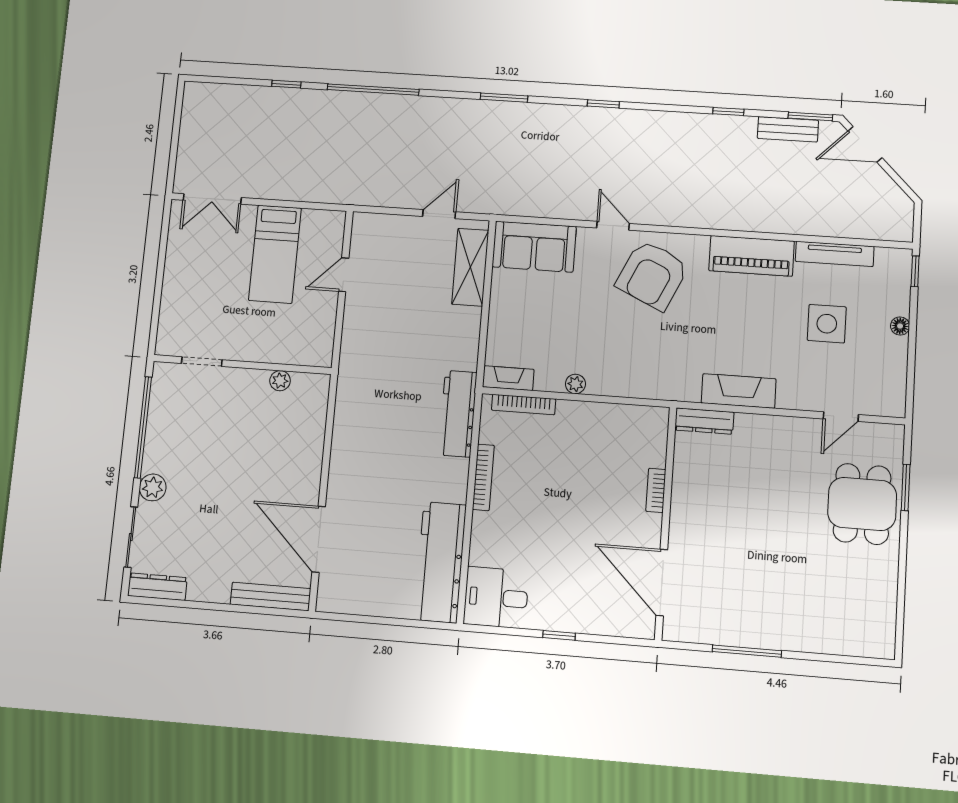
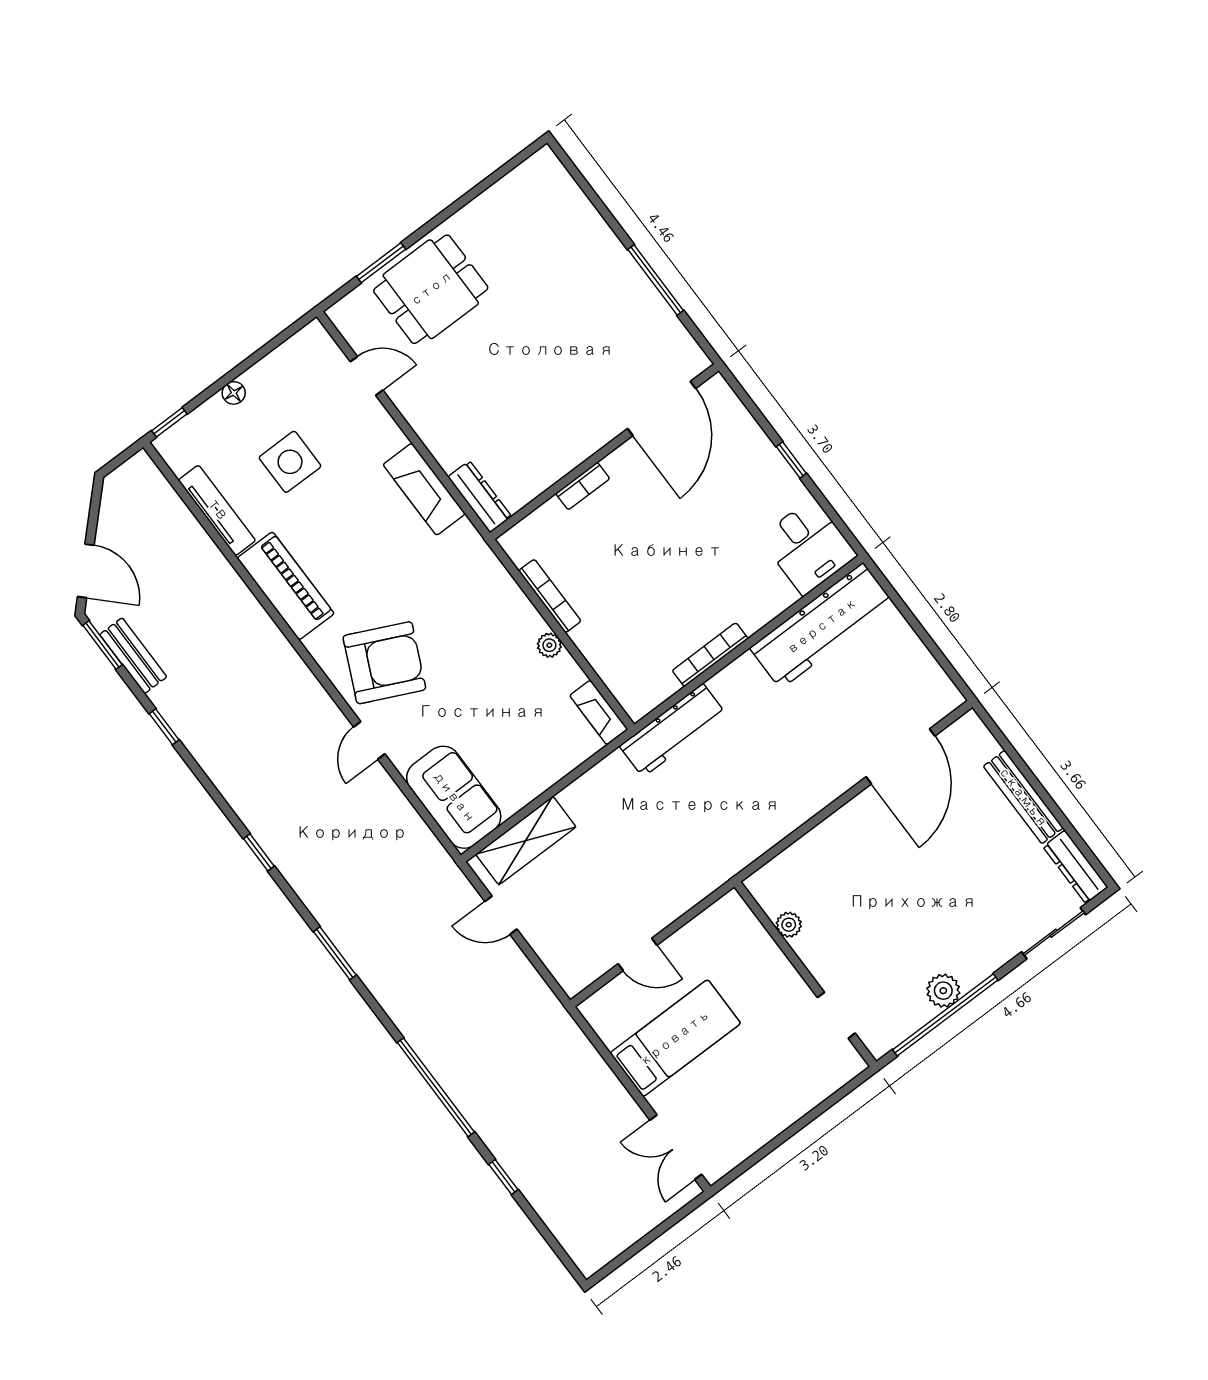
double door: (212, 199) -> (676, 1147), swing flipped
bookcase: (524, 404) -> (550, 596), moved
plant: (153, 487) -> (943, 991), moved
bench: (270, 596) -> (1023, 797), moved

